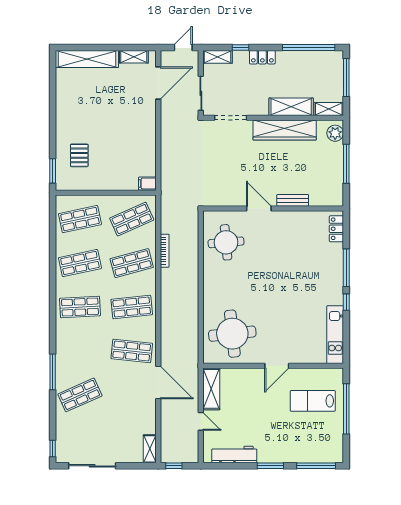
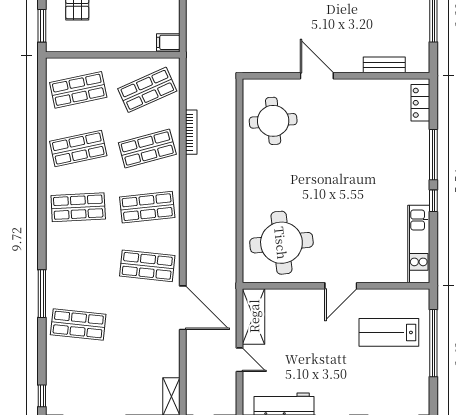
bench: (293, 200) -> (384, 65), moved
shop shelf: (80, 395) -> (78, 324), turned 30

